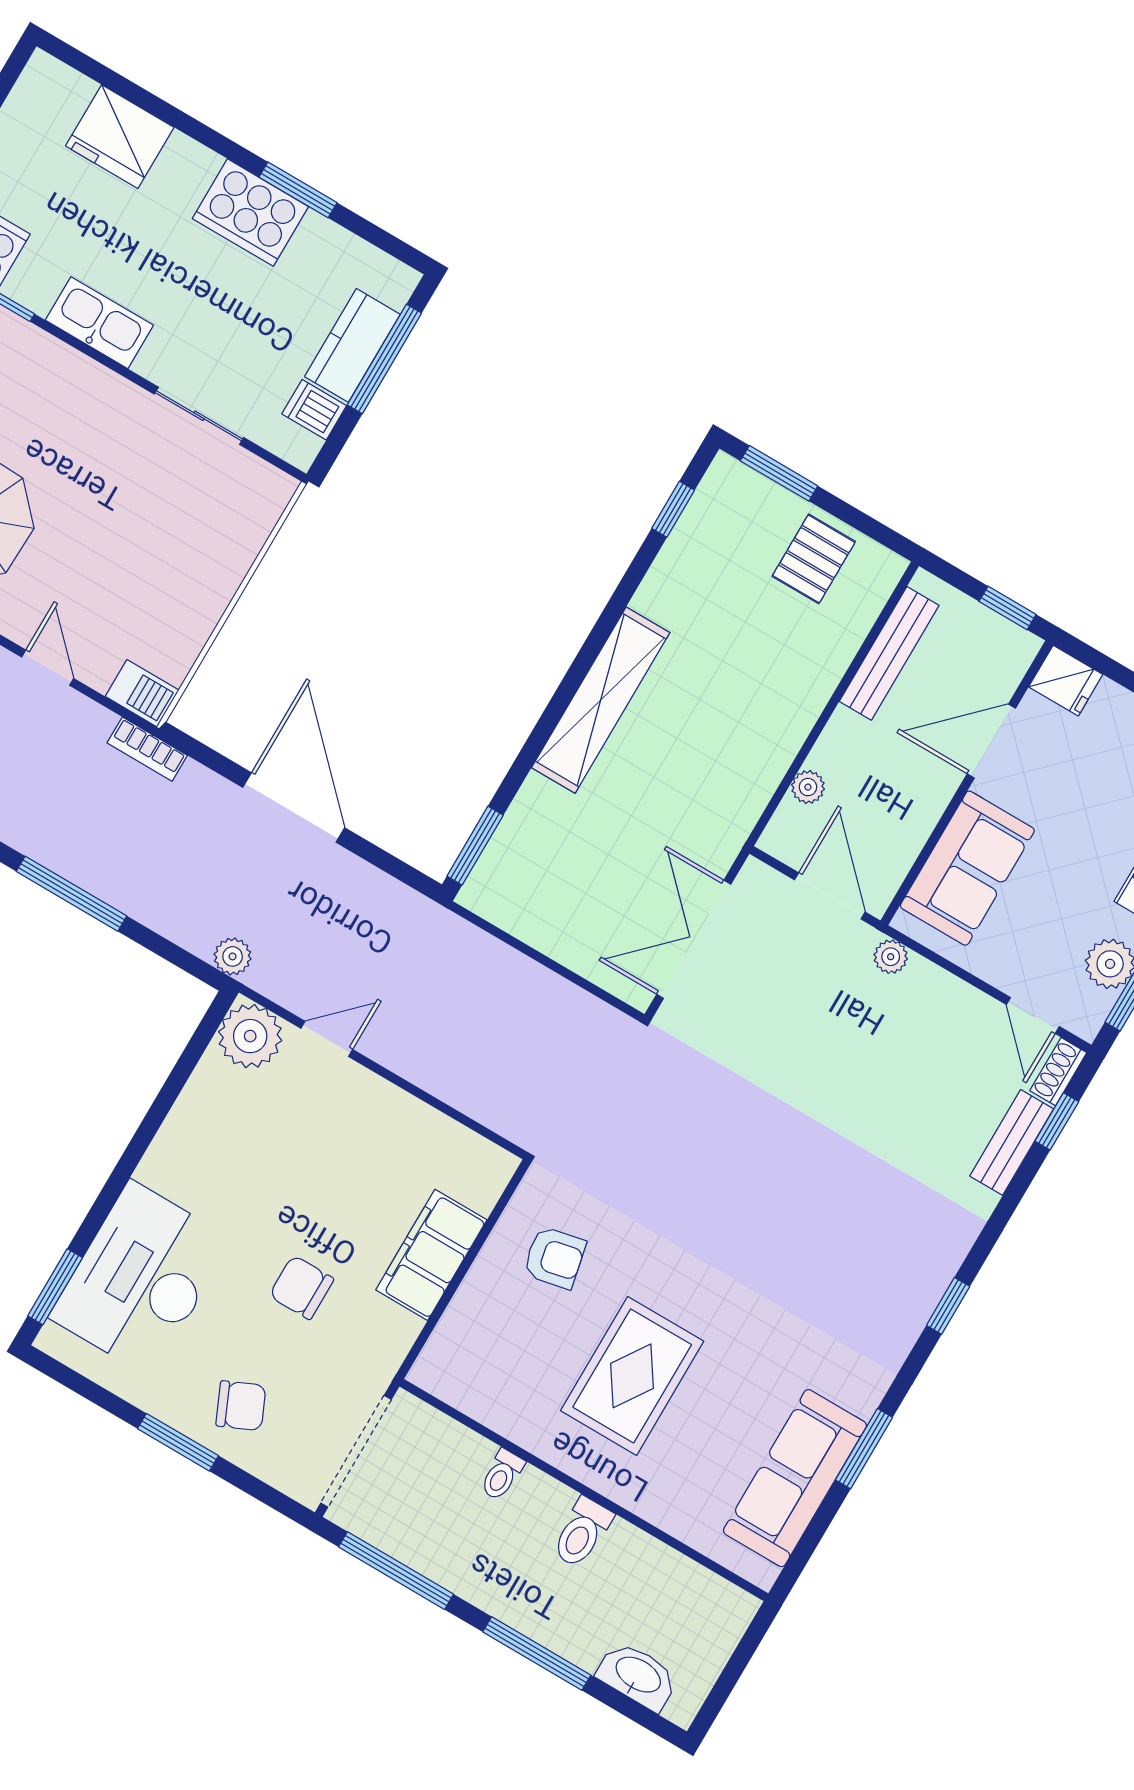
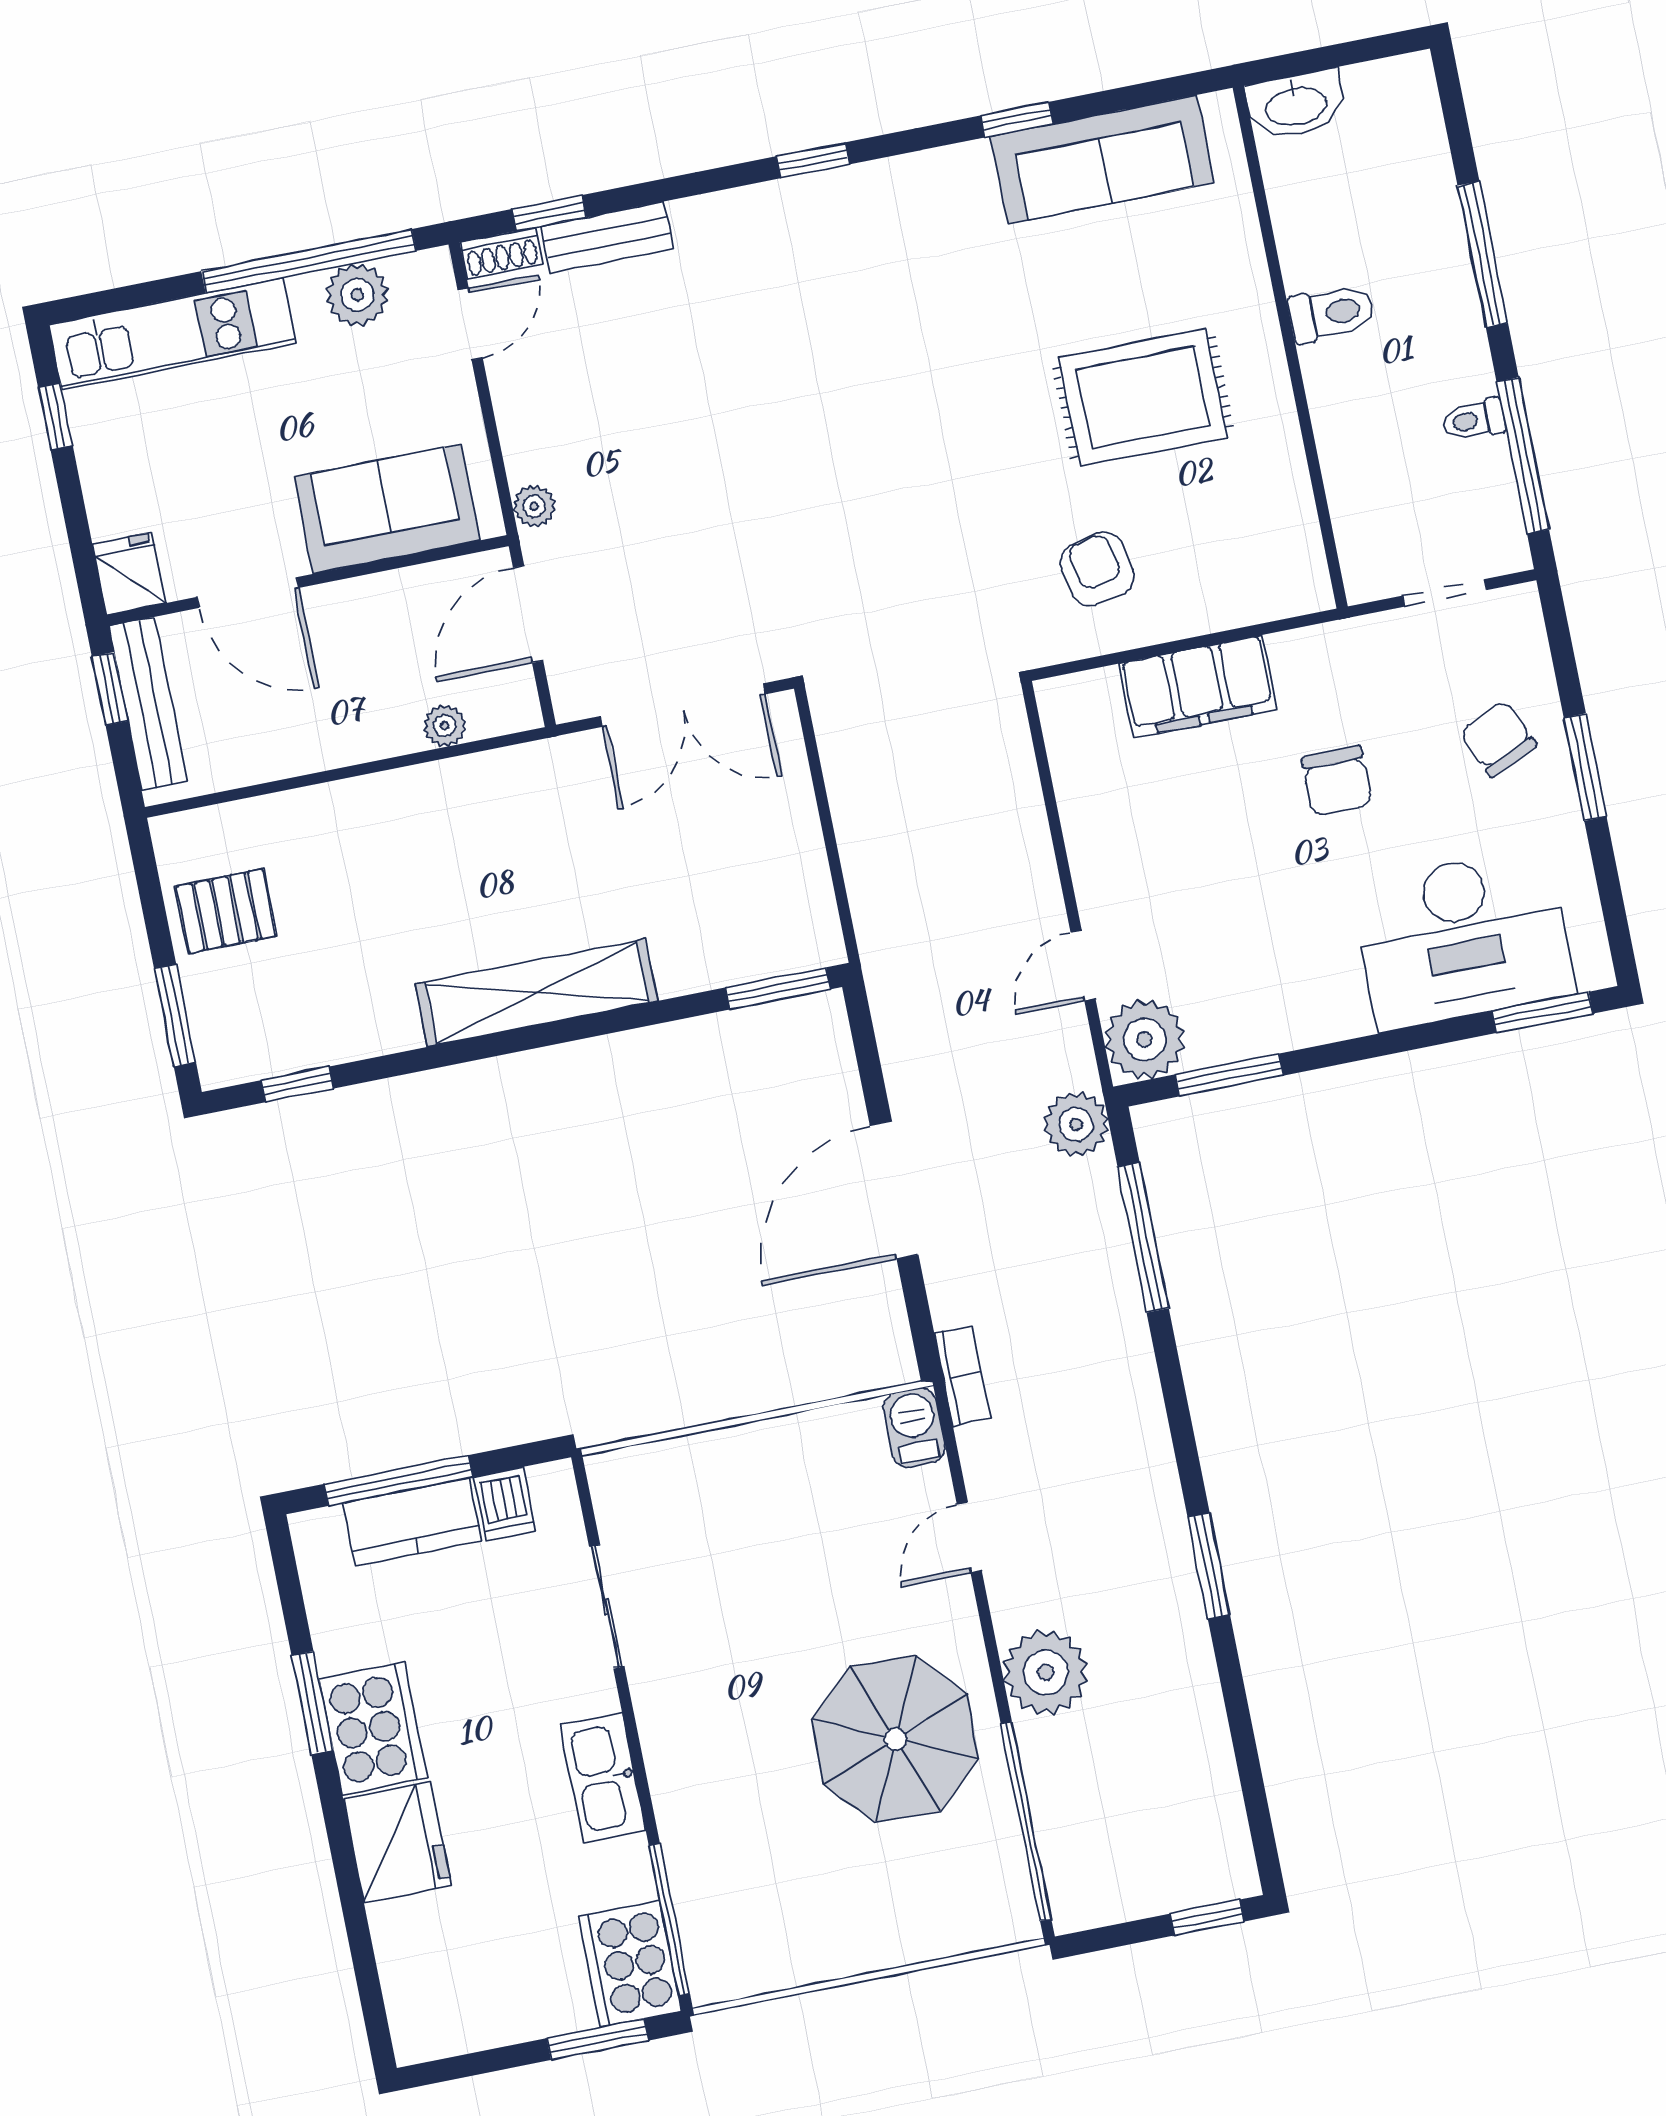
fridge: (120, 137) -> (397, 1842), moved
bench: (889, 653) -> (148, 704), moved, turned 90
window: (71, 894) -> (1143, 1238), moved
plant: (233, 956) -> (1076, 1124), width x1.38, depth x1.38
door: (327, 1039) -> (1083, 965), hinge flipped
window: (184, 1067) -> (1229, 1075), added
window: (864, 1449) -> (1017, 120), width x0.67
doorway: (356, 1451) -> (1445, 593), width x0.53
toilet: (502, 1475) -> (1474, 420), moved, turned 180
washbasin: (638, 1676) -> (1296, 105), moved, turned -90

